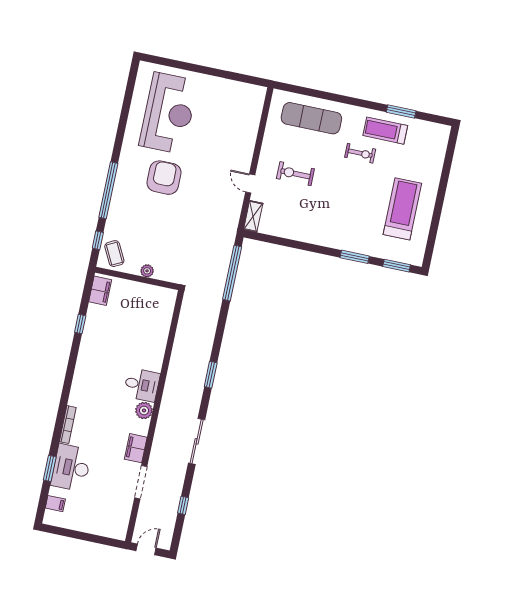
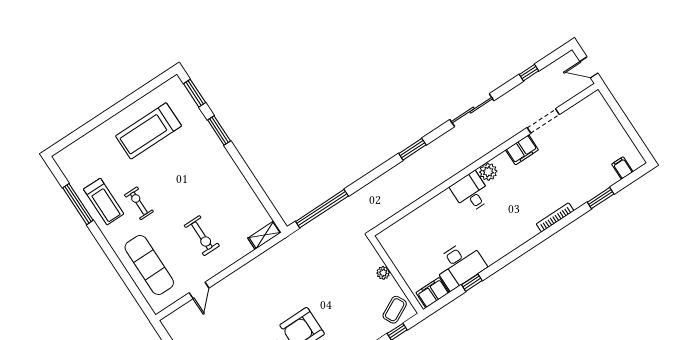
window: (401, 111) -> (78, 204), width x1.44
door: (250, 183) -> (199, 290), moved
desk: (71, 468) -> (460, 265), moved

